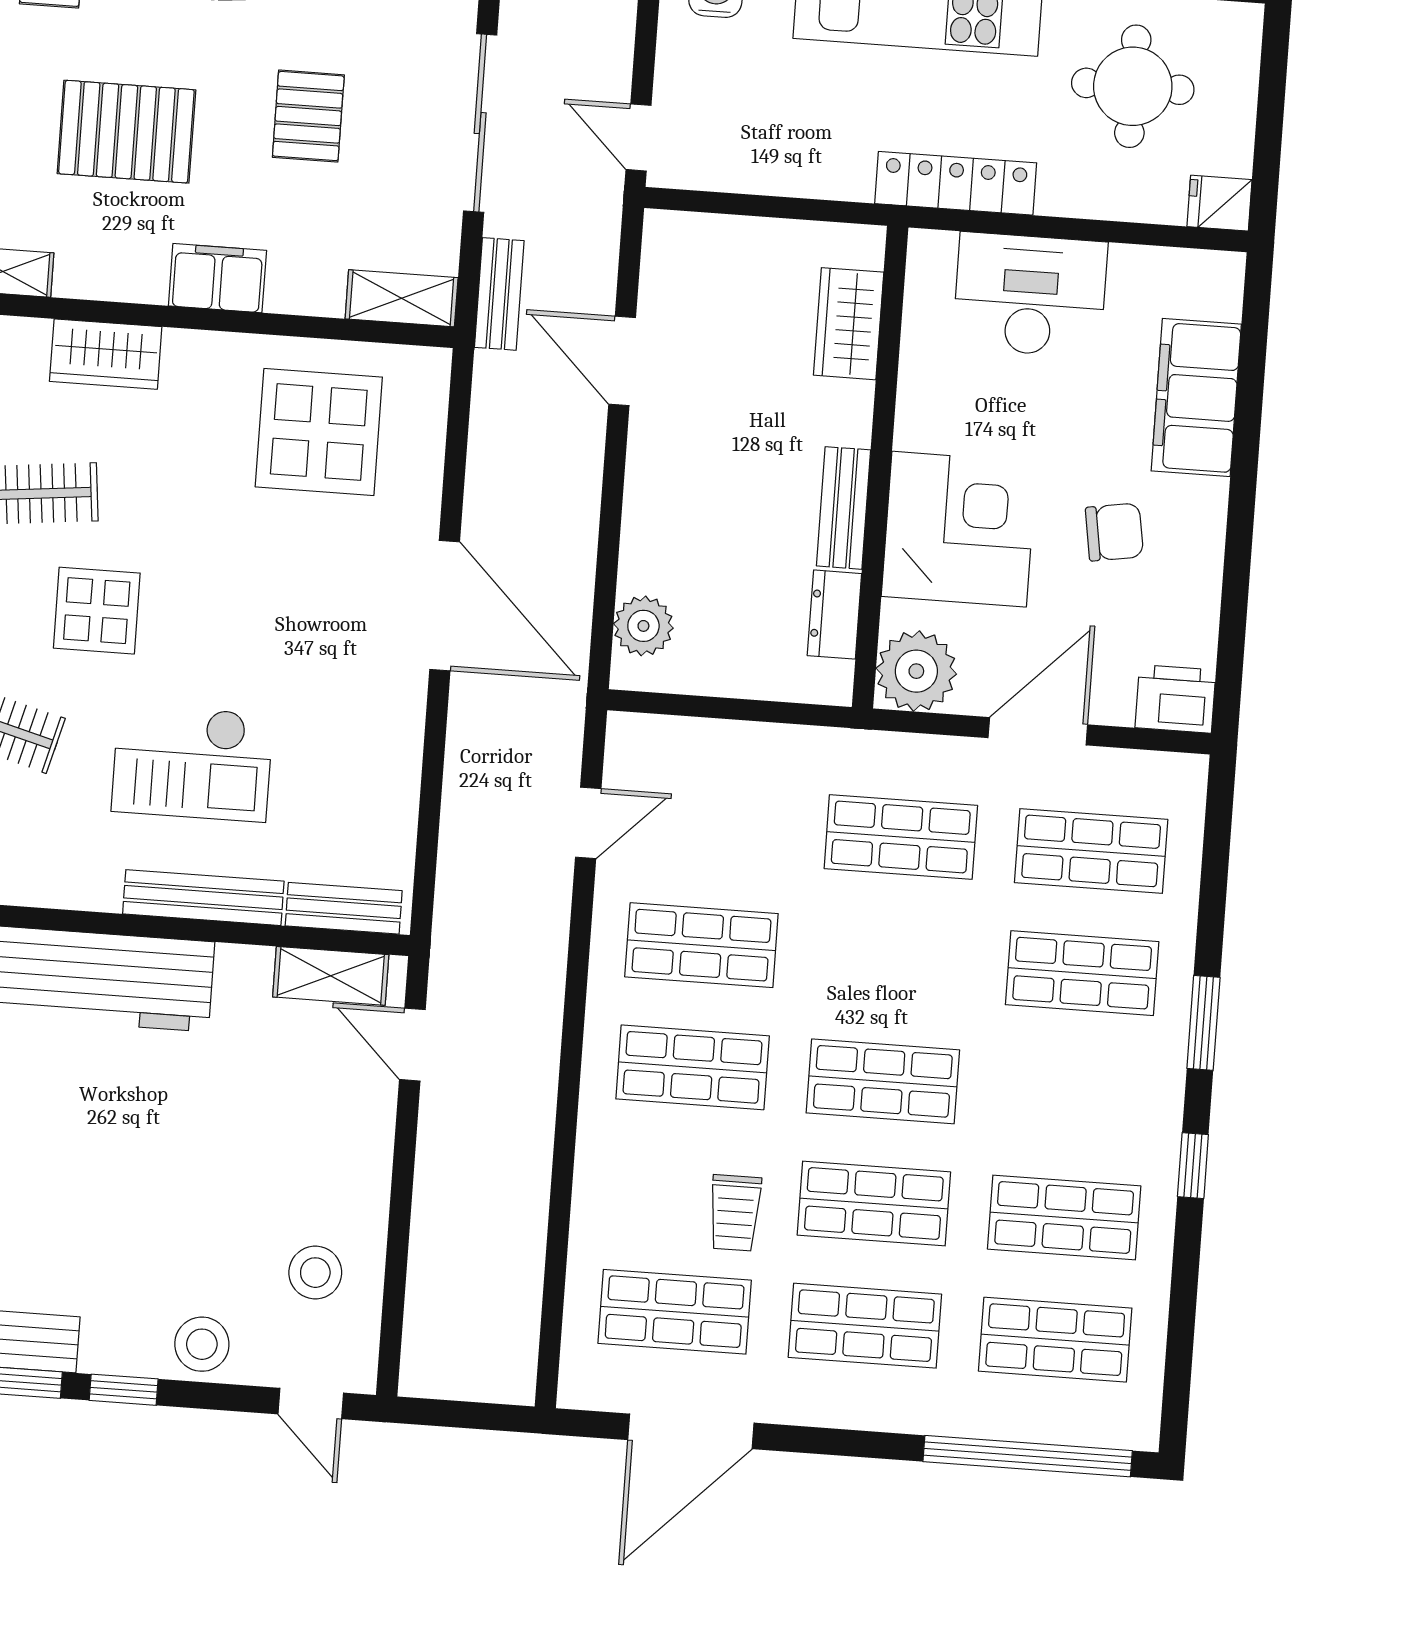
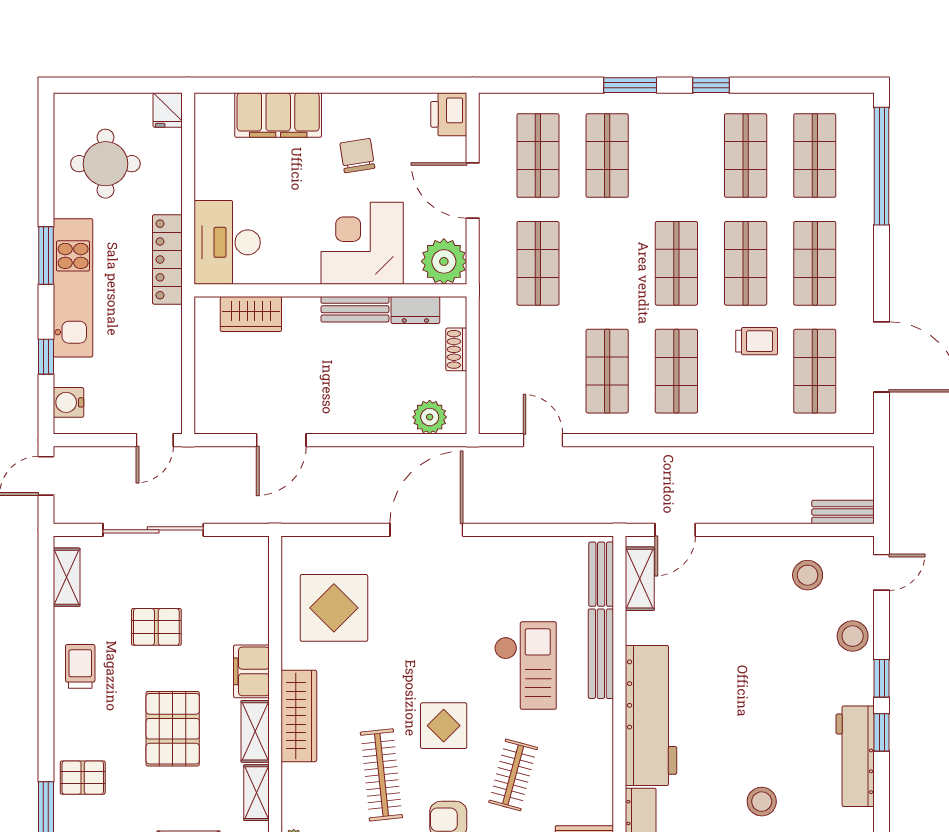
bench: (499, 294) -> (843, 512), moved
desk: (1030, 295) -> (227, 242), moved
shelving: (402, 298) -> (255, 731), moved
wardrobe: (106, 354) -> (299, 716), width x1.50
shoe rack: (759, 682) -> (456, 349), added

